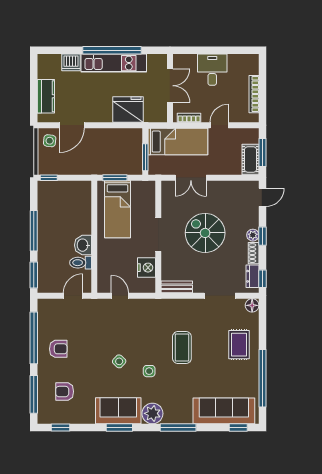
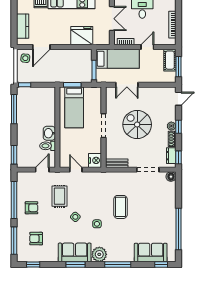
cot: (251, 159) -> (170, 60), moved
window: (34, 231) -> (14, 109), moved
nightstand: (147, 268) -> (95, 160), moved
rug: (239, 345) -> (59, 196), moved
sofa: (224, 411) -> (151, 252), width x0.73

